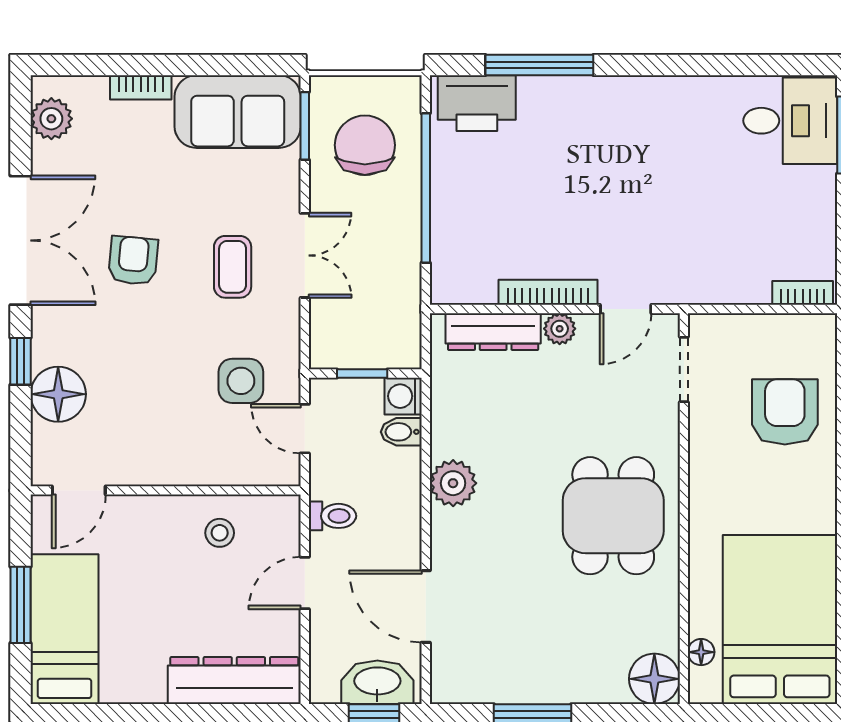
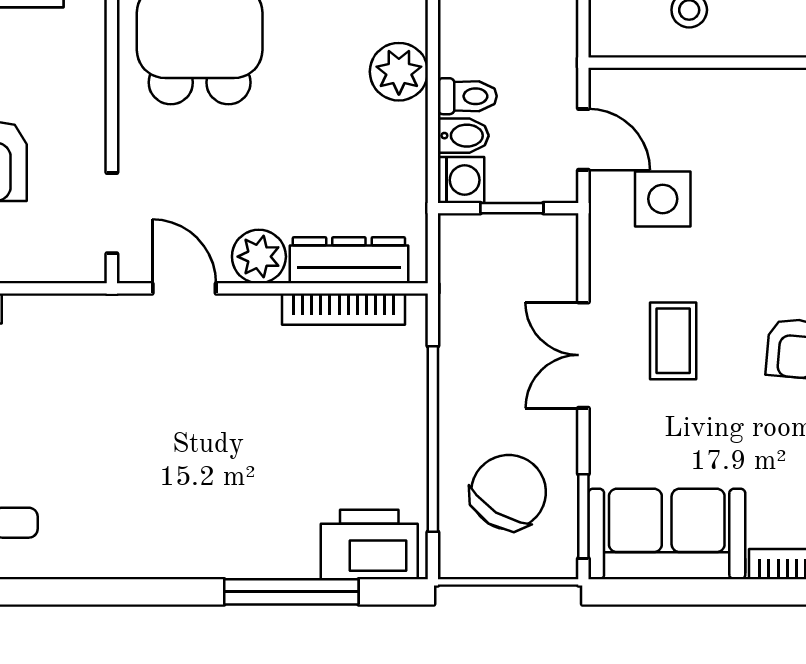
chair: (365, 145) -> (508, 492), turned -148
bookcase: (548, 292) -> (344, 309), moved
door: (626, 309) -> (184, 288), hinge flipped
plant: (560, 329) -> (259, 257), width x1.38, depth x1.38
toilet: (332, 516) -> (467, 96), moved, turned 180

